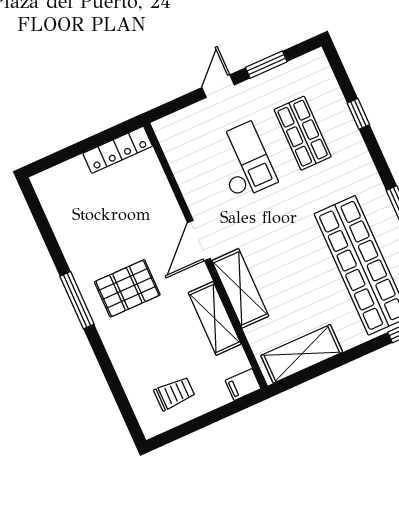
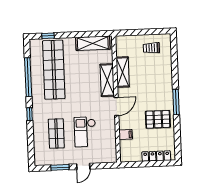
window: (358, 114) -> (30, 114), moved
locker: (118, 150) -> (156, 156), moved
pallet: (127, 288) -> (158, 119), moved
filing cabinet: (243, 385) -> (126, 135), moved

